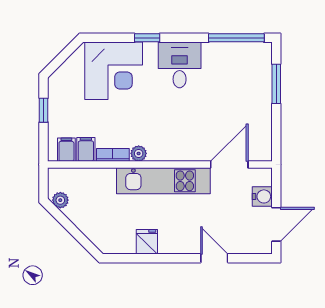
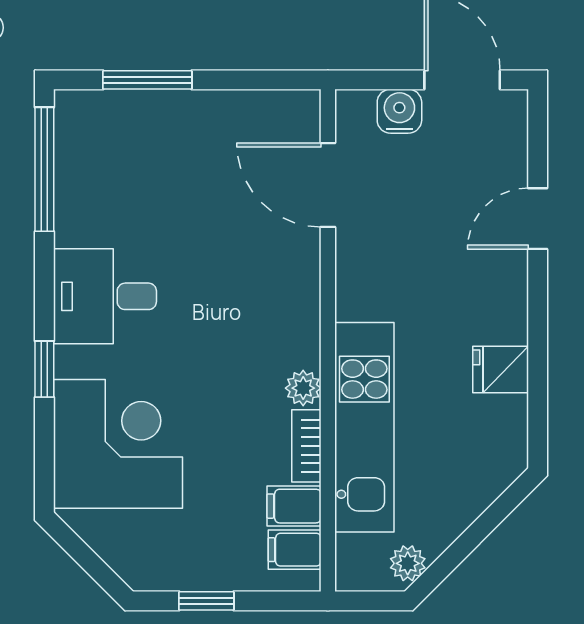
kitchen unit: (163, 181) -> (364, 427), moved

